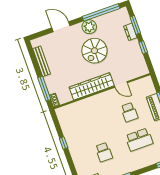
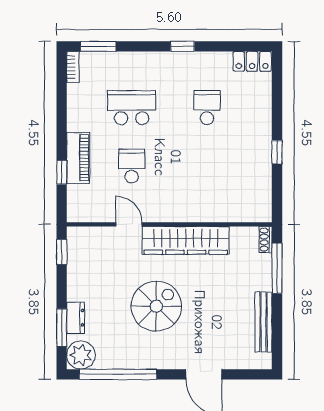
plant: (89, 27) -> (81, 355), moved
window: (143, 47) -> (62, 252), moved

